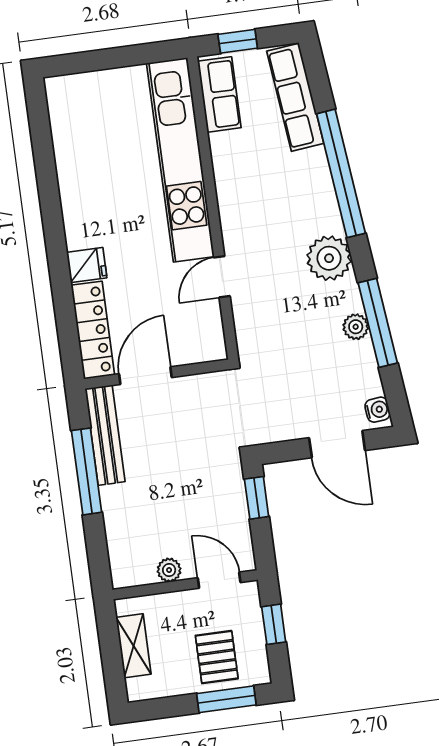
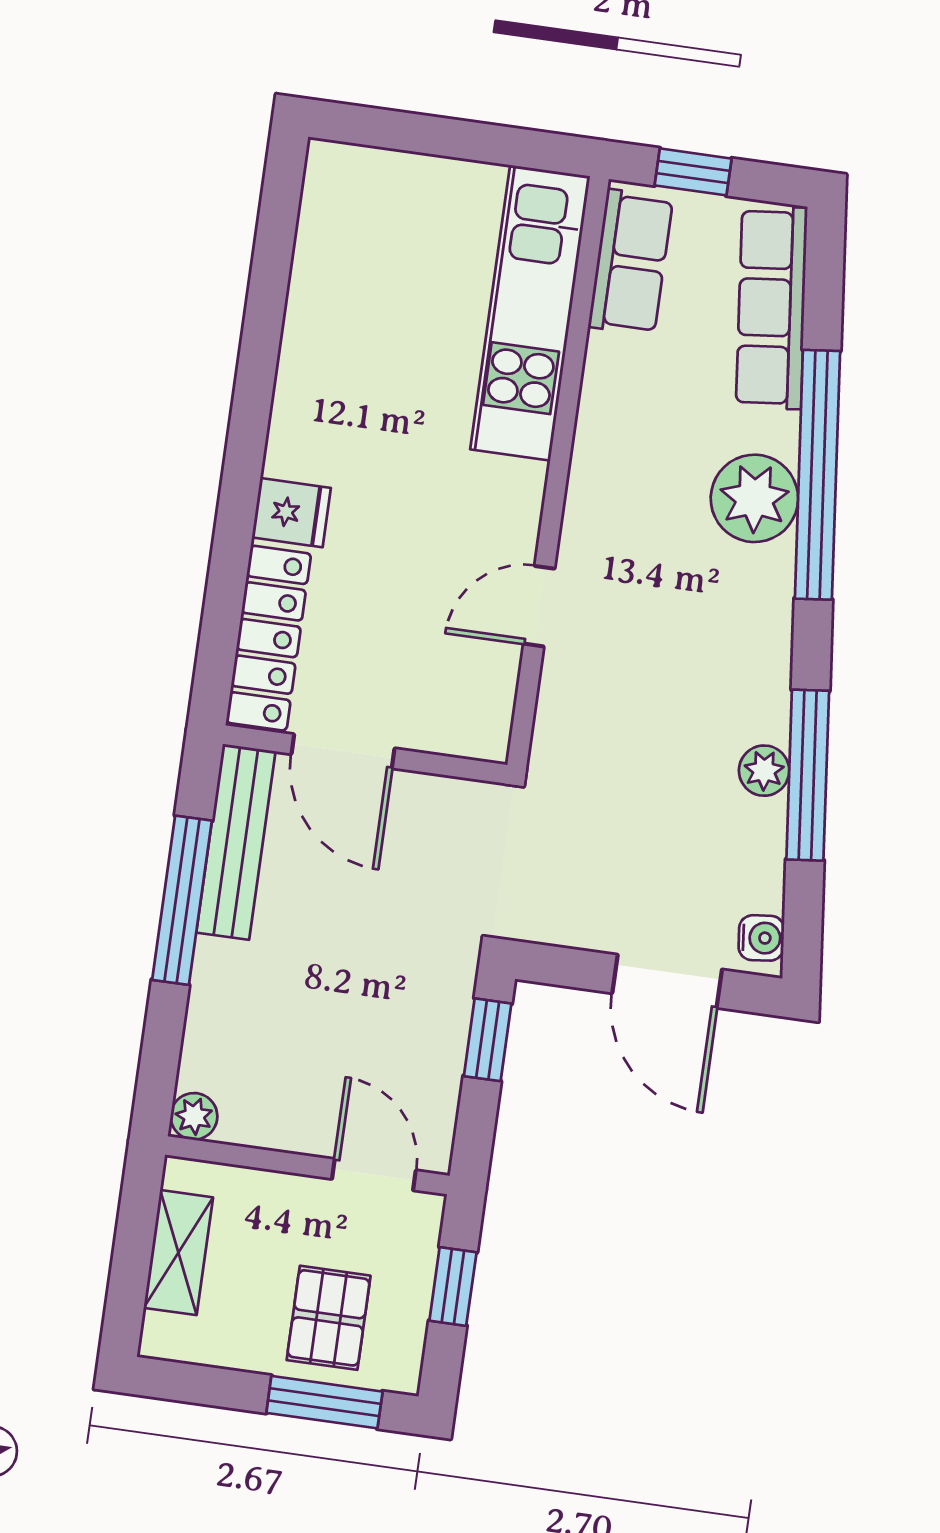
kitchen unit: (180, 160) -> (530, 313), width x0.73
plant: (329, 258) -> (754, 498), moved
door: (145, 376) -> (343, 751), swing flipped
plant: (169, 570) -> (194, 1116), moved

